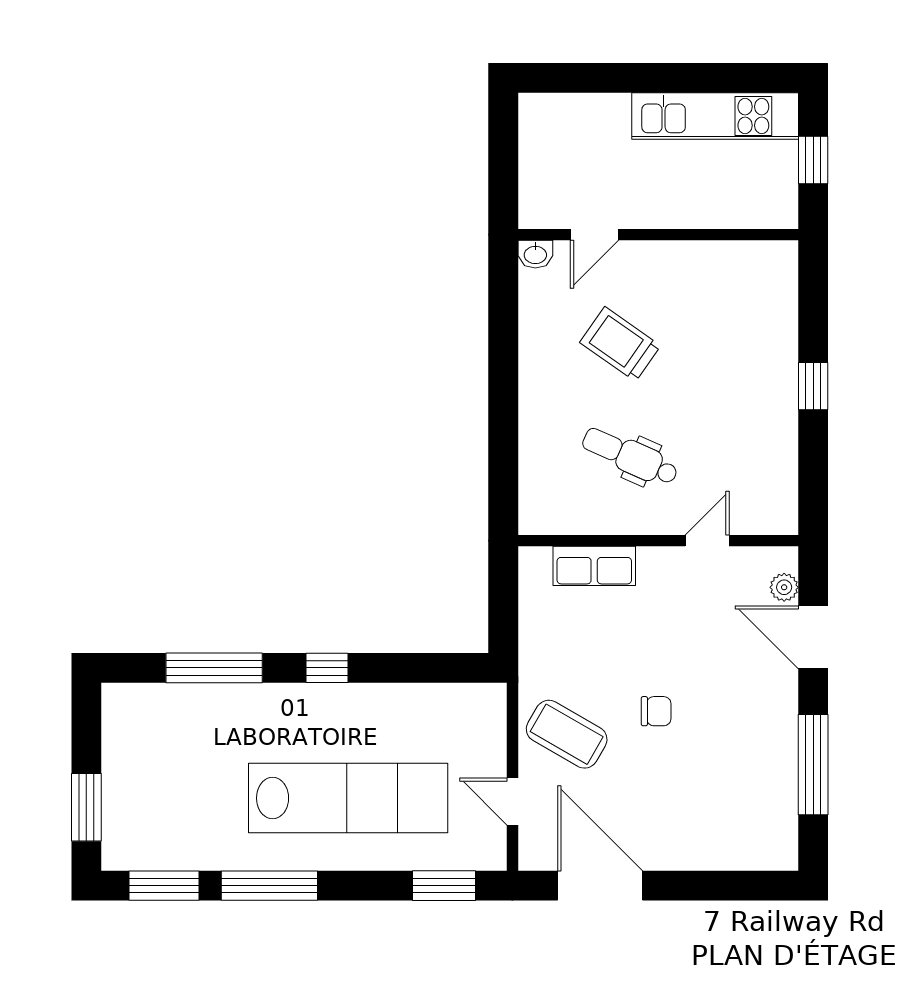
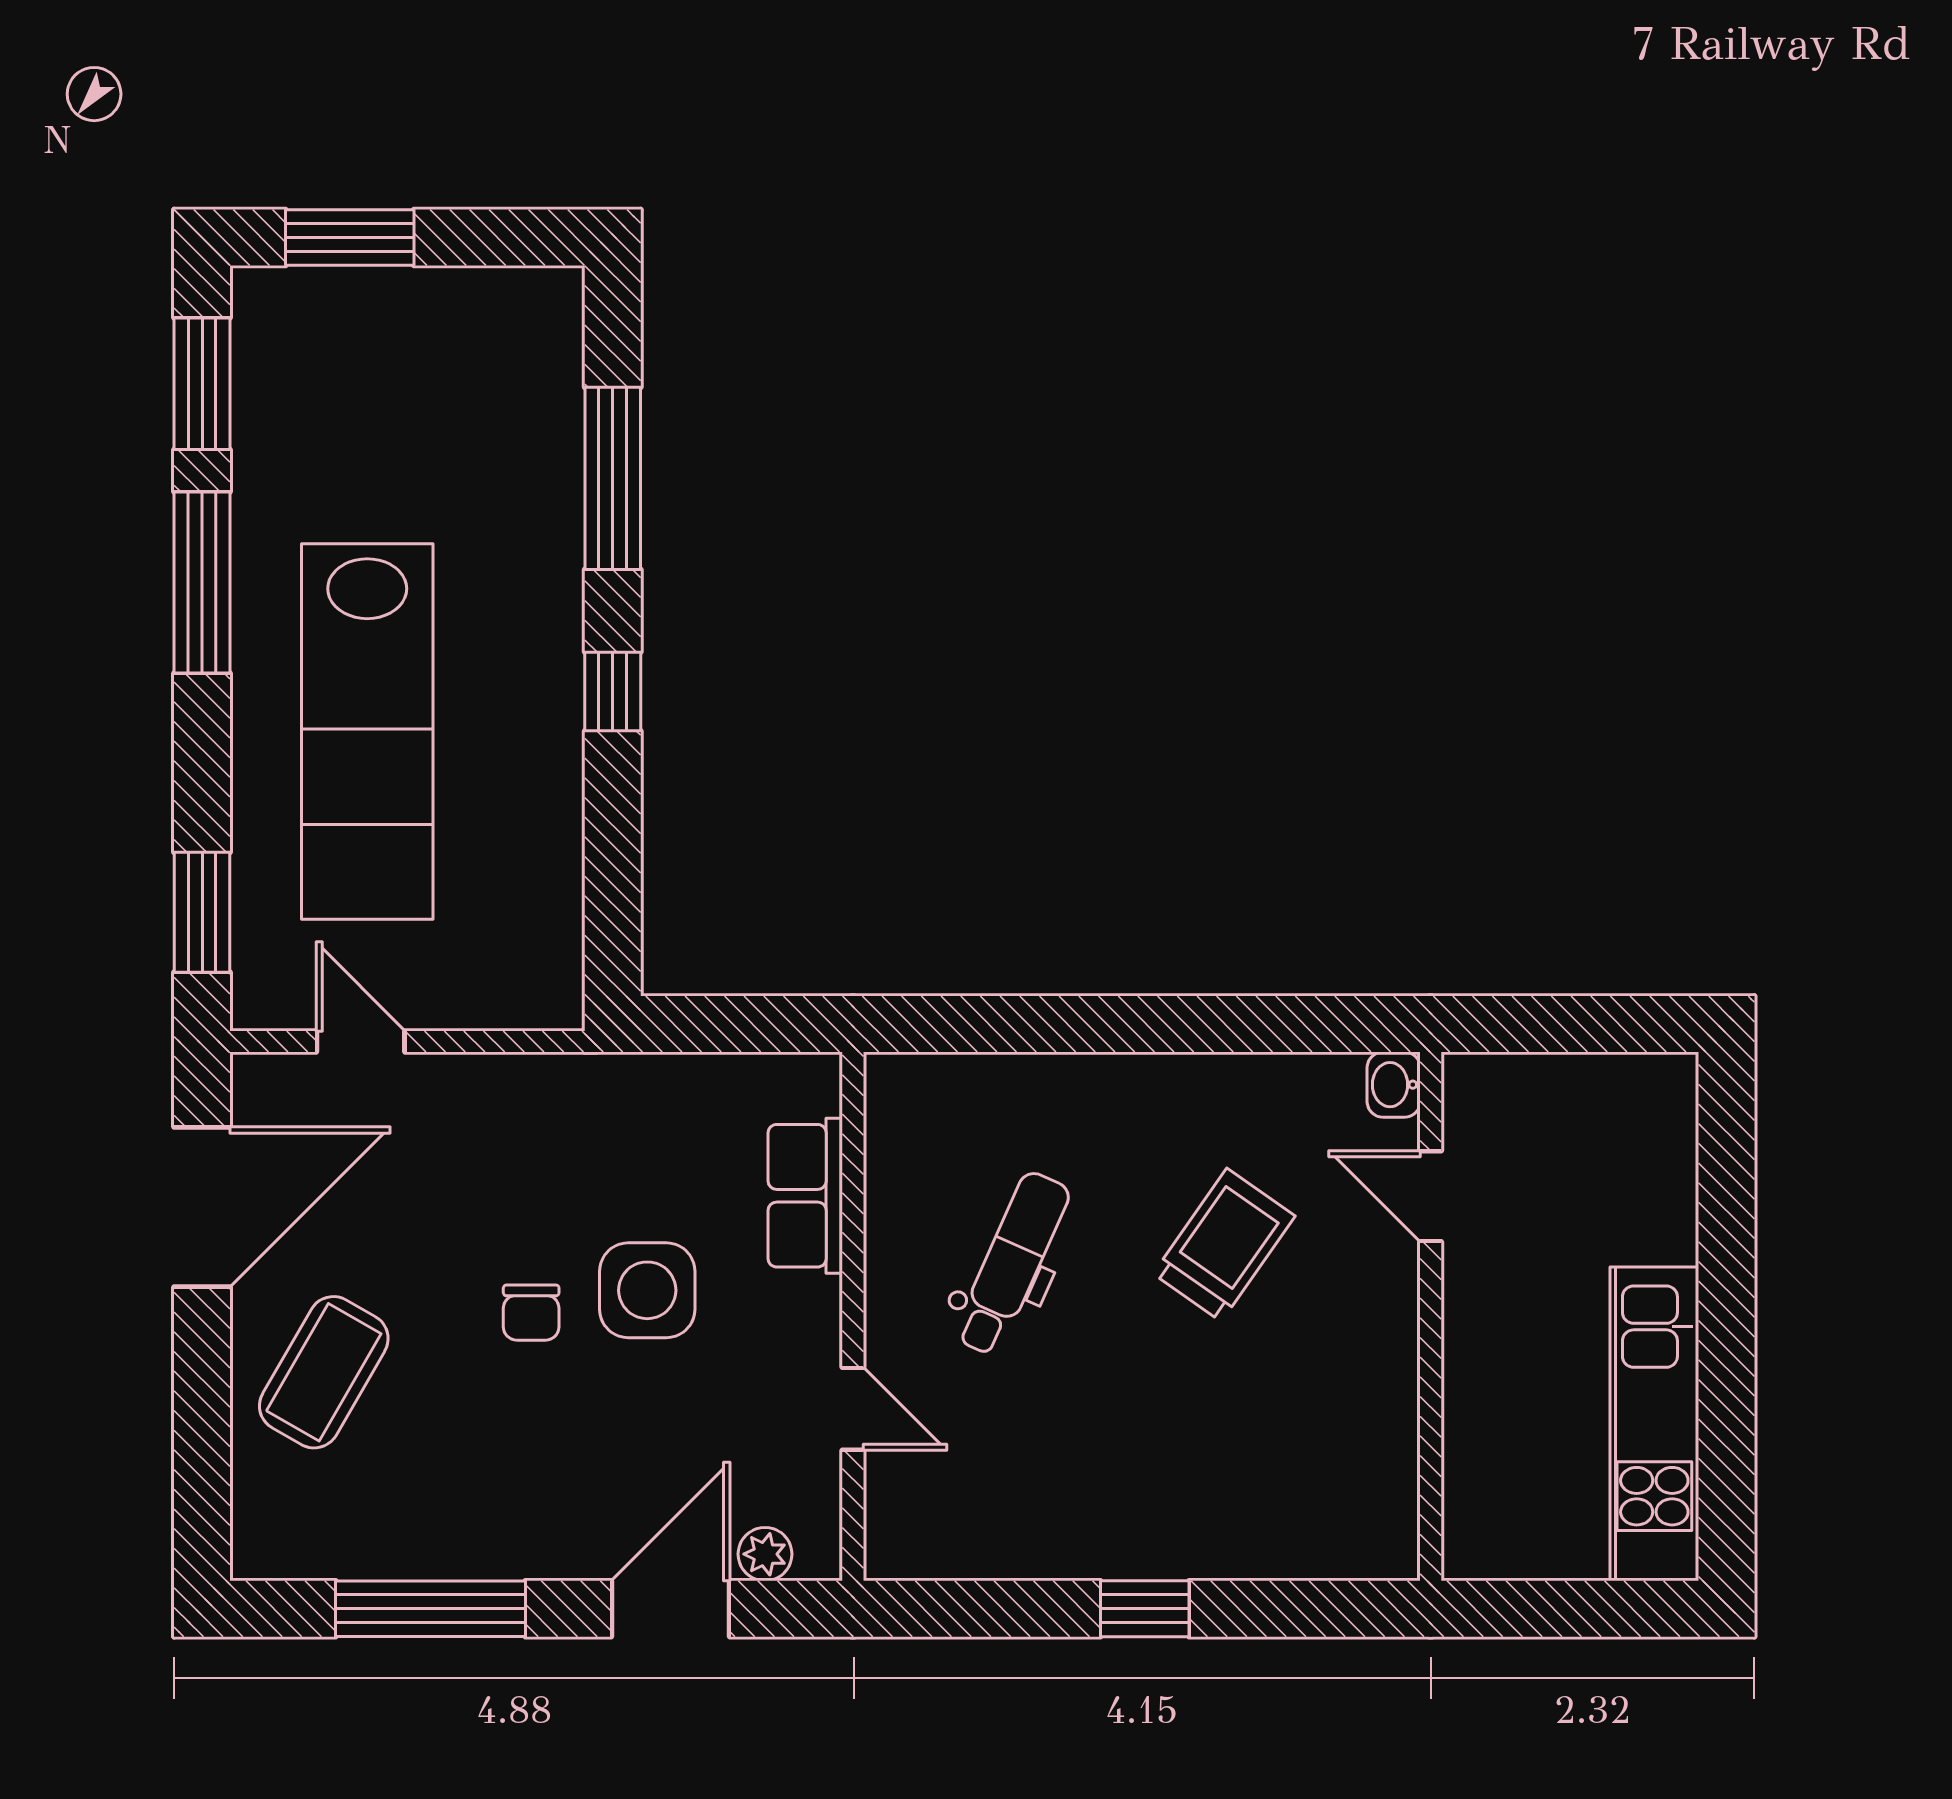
window: (813, 160) -> (1571, 1609), removed
side table: (644, 650) -> (647, 1290), added
coffee table: (567, 734) -> (324, 1372), moved
door: (512, 802) -> (361, 1041), hinge flipped

